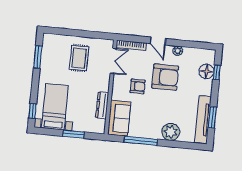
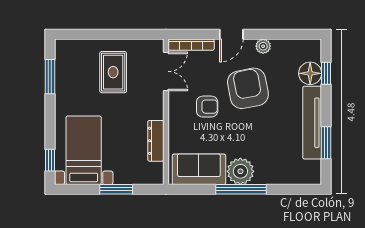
door: (158, 41) -> (231, 34), hinge flipped
armchair: (165, 77) -> (248, 88), turned -101
sofa: (119, 118) -> (199, 169), moved, turned -90
tv unit: (203, 120) -> (312, 123), moved
plant: (171, 132) -> (240, 171), moved
window: (141, 141) -> (241, 189), moved

